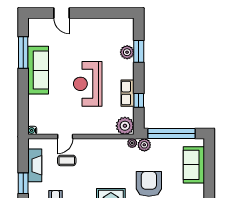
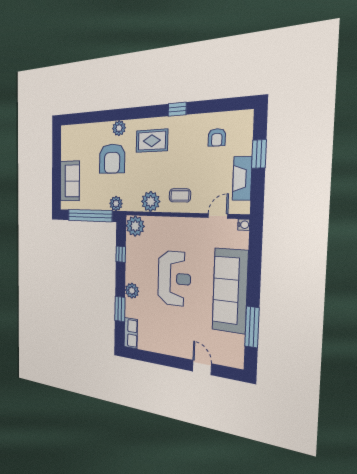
plant: (127, 52) -> (132, 291), moved
sofa: (38, 70) -> (230, 291), width x1.36, depth x1.27
row of seats: (128, 93) -> (131, 333), moved
door: (65, 137) -> (218, 216), moved
plant: (132, 143) -> (151, 201), moved, width x1.88, depth x1.88
coffee table: (67, 160) -> (180, 195), moved

